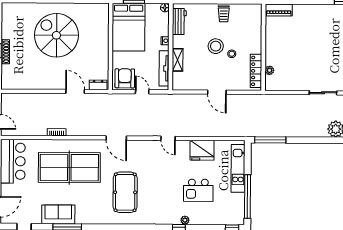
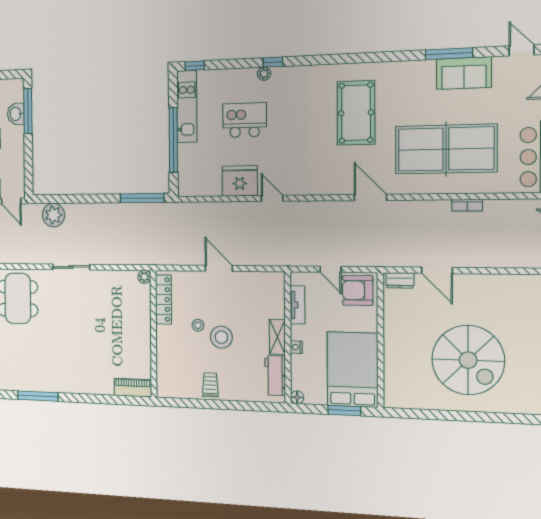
shelving: (178, 60) -> (277, 337), moved
tv unit: (164, 68) -> (297, 305), width x0.71
plant: (269, 70) -> (144, 277), moved
armchair: (125, 78) -> (358, 290), turned 90
door: (168, 138) -> (272, 198), moved
kitchen unit: (238, 168) -> (187, 106), moved
window: (247, 196) -> (173, 140), moved

